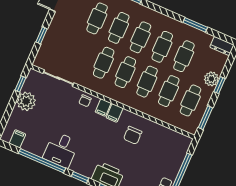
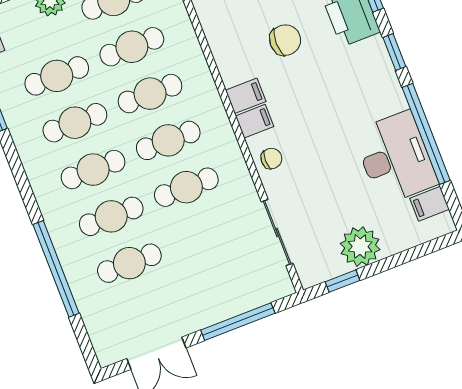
window: (42, 35) -> (238, 322), width x2.17
chair: (133, 135) -> (285, 40), moved
desk: (61, 150) -> (395, 158), moved, width x1.37

